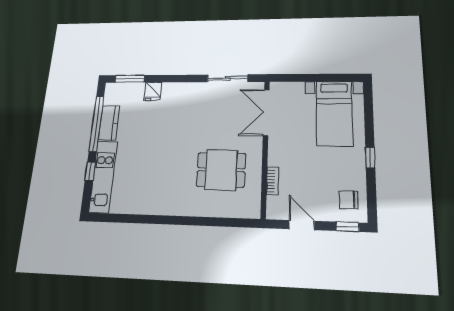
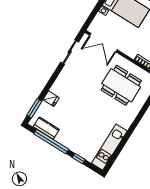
kitchen counter: (109, 123) -> (46, 128), moved
dining table: (221, 170) -> (121, 85), width x1.38
kitchen unit: (103, 177) -> (109, 147), moved, turned -90

